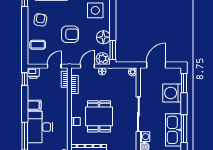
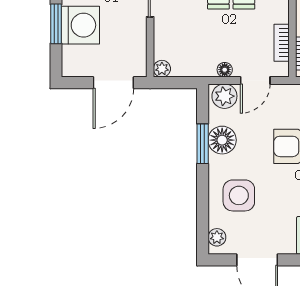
window: (113, 50) -> (203, 144), moved
window: (184, 83) -> (56, 24), moved

